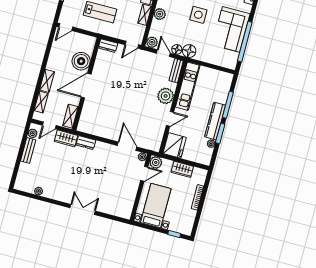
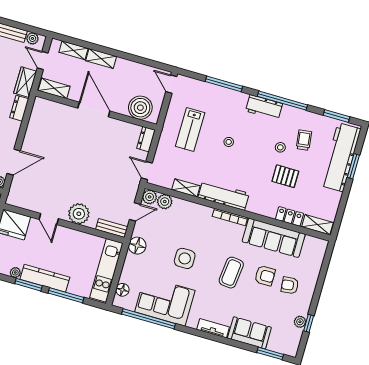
plant: (160, 14) -> (165, 202), moved
floor lamp: (177, 49) -> (122, 290), moved
boiler: (81, 61) -> (140, 108), moved
kitchen unit: (188, 86) -> (106, 270), moved, turned 90

